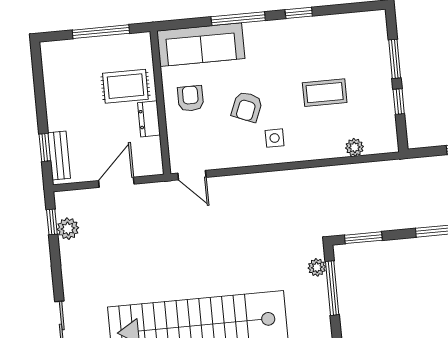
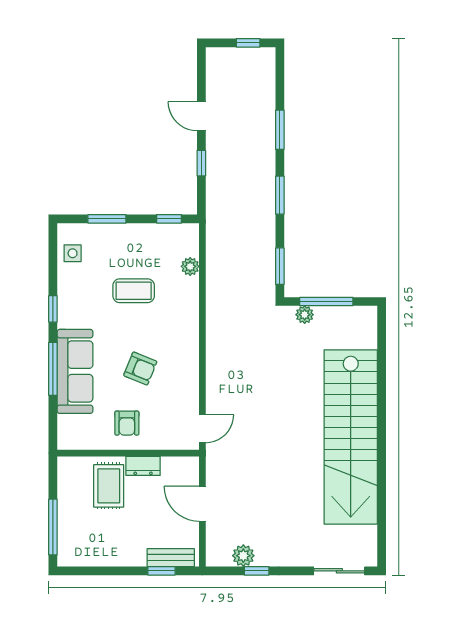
window: (101, 32) -> (53, 527), moved
sofa: (201, 45) -> (75, 371), moved
coffee table: (325, 93) -> (134, 291), turned 90
armchair: (191, 98) -> (127, 423), turned -90
window: (399, 101) -> (169, 219), moved
side table: (275, 138) -> (73, 253), moved
window: (52, 222) -> (257, 571), moved

